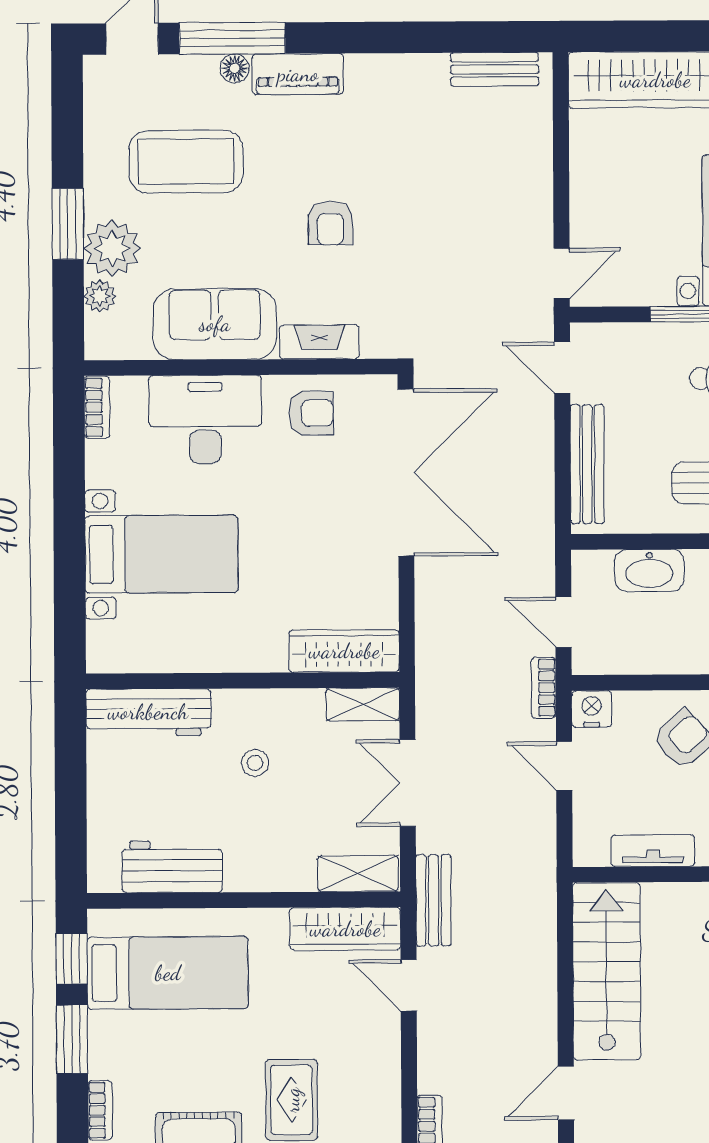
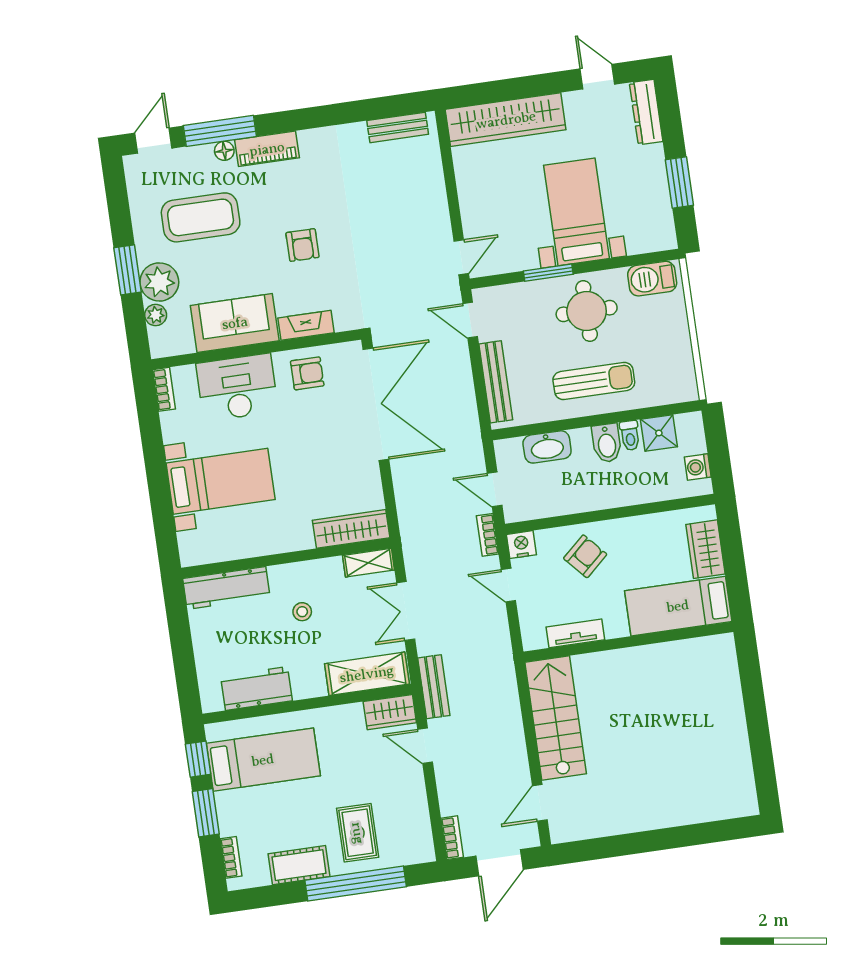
shelving: (358, 874) -> (367, 674), width x1.50, depth x1.33
wardrobe: (345, 929) -> (390, 712), width x0.67

